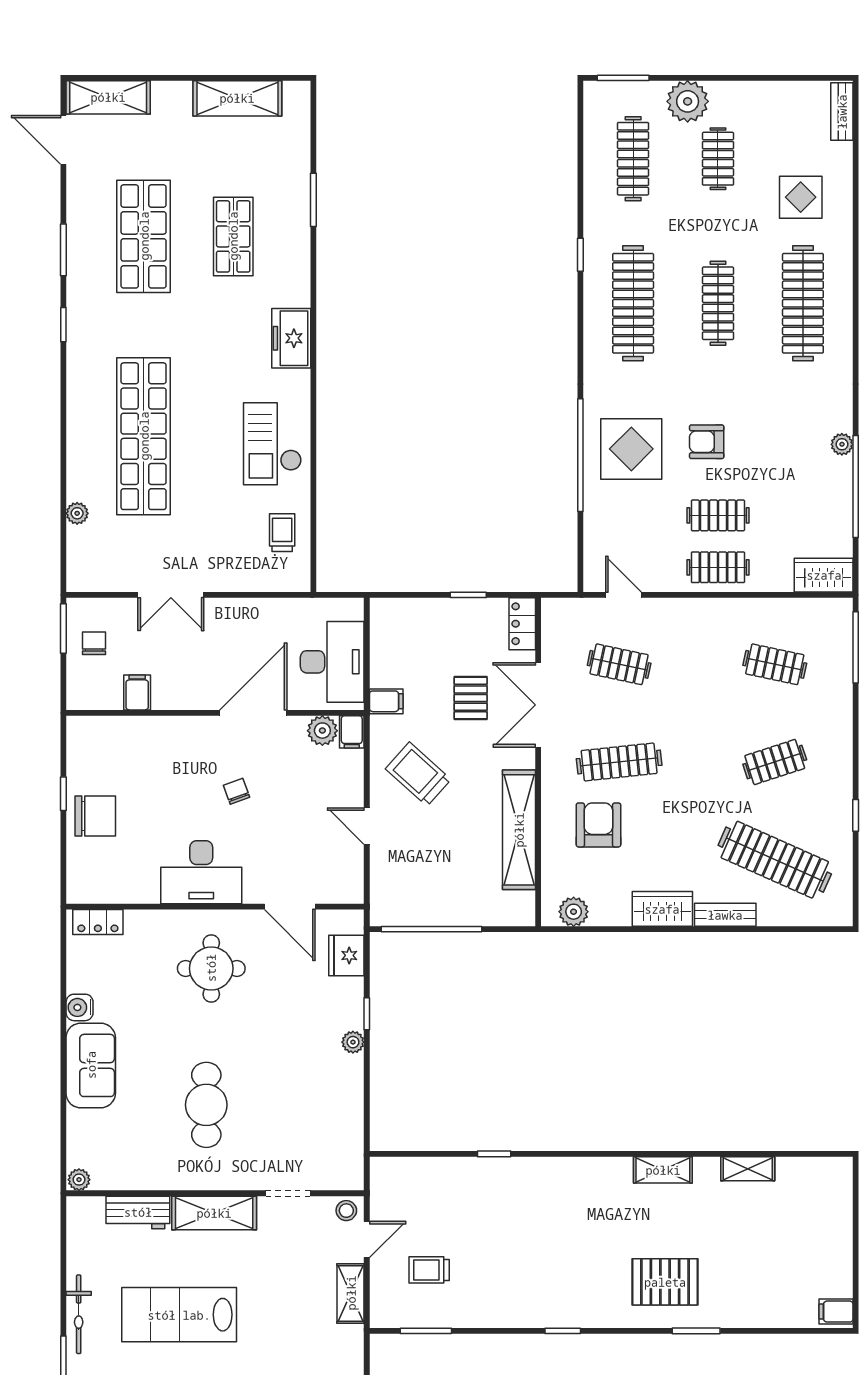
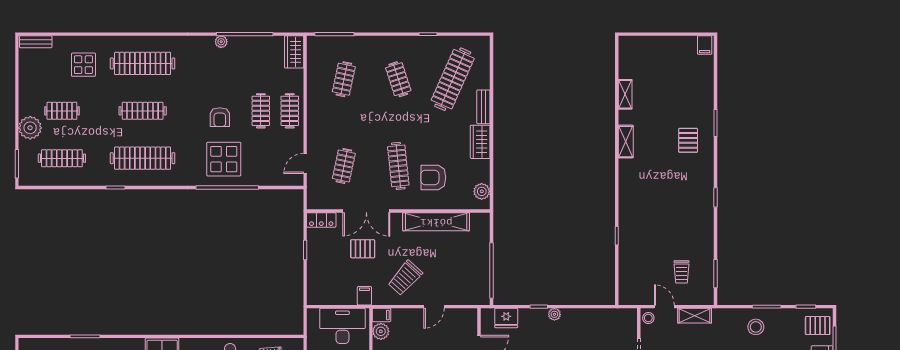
pallet: (665, 1282) -> (688, 140), width x0.67, depth x0.71

